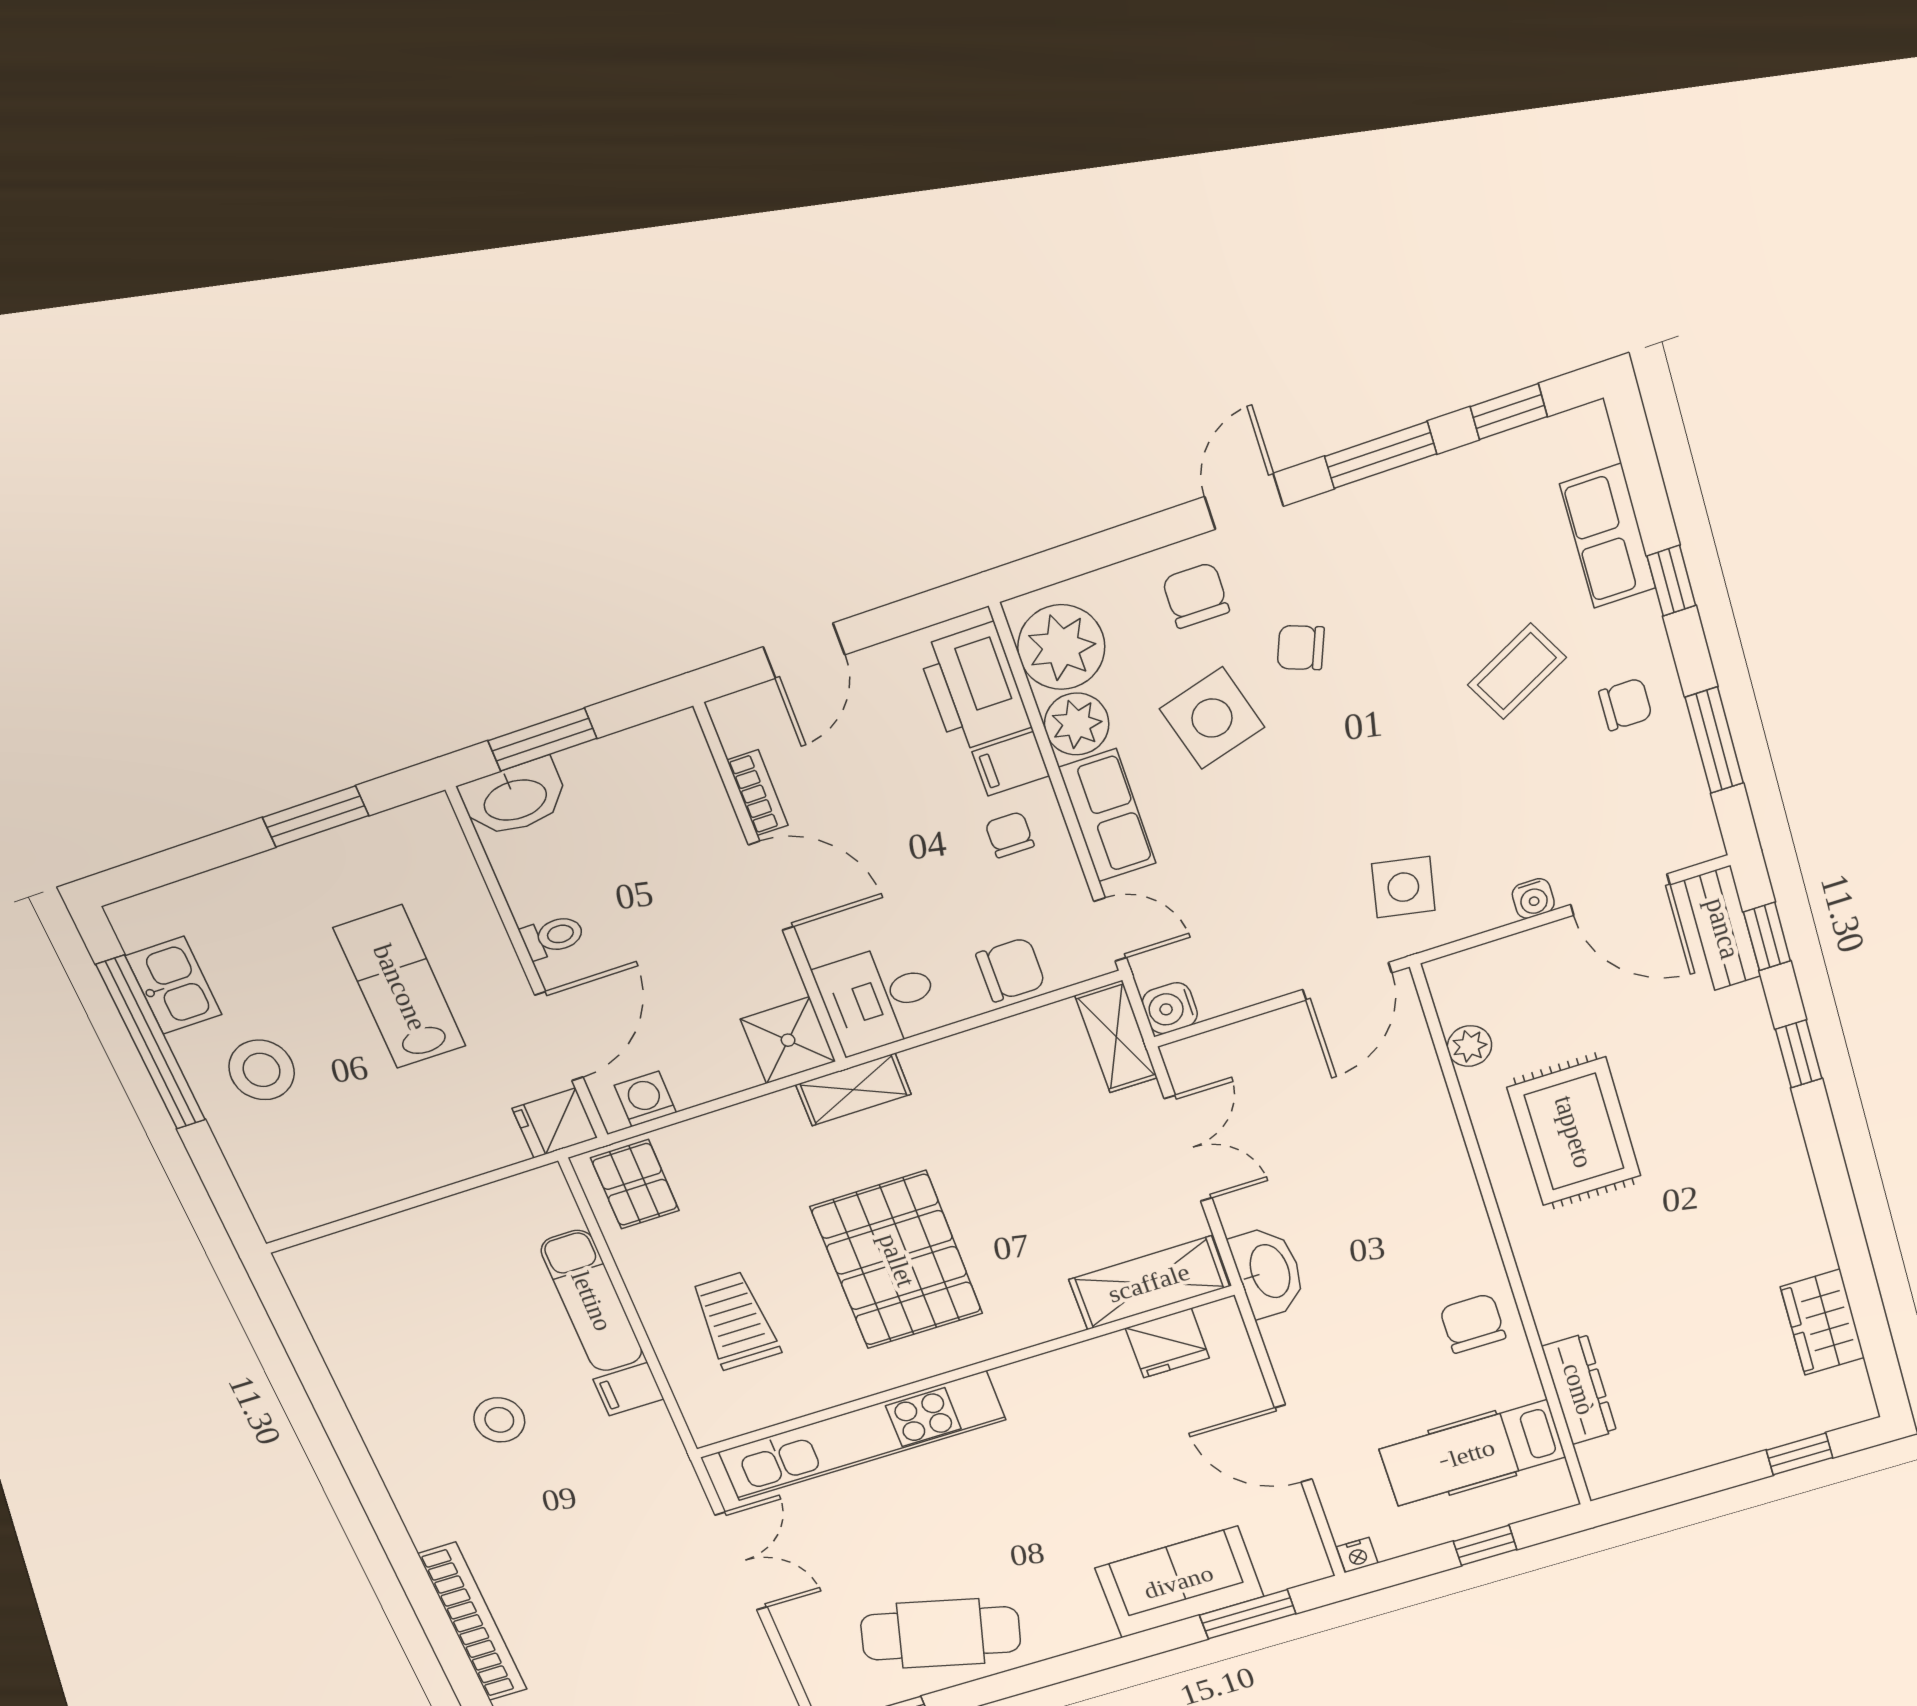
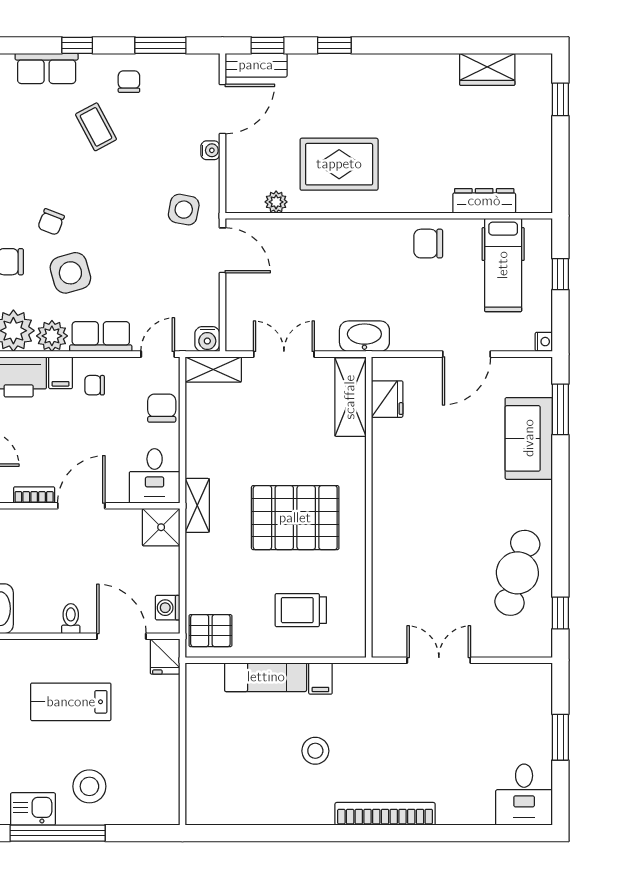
kitchen unit: (862, 1436) -> (387, 571), removed
bookcase: (473, 1622) -> (385, 814), moved

